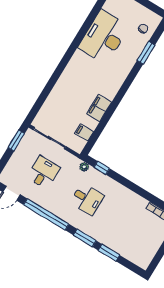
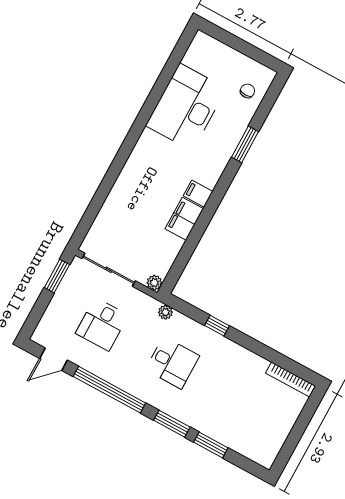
window: (146, 53) -> (245, 144), moved
filing cabinet: (84, 133) -> (198, 194), moved
plant: (78, 148) -> (154, 283), added
window: (102, 168) -> (217, 326), moved
desk: (43, 173) -> (102, 324), turned 180

